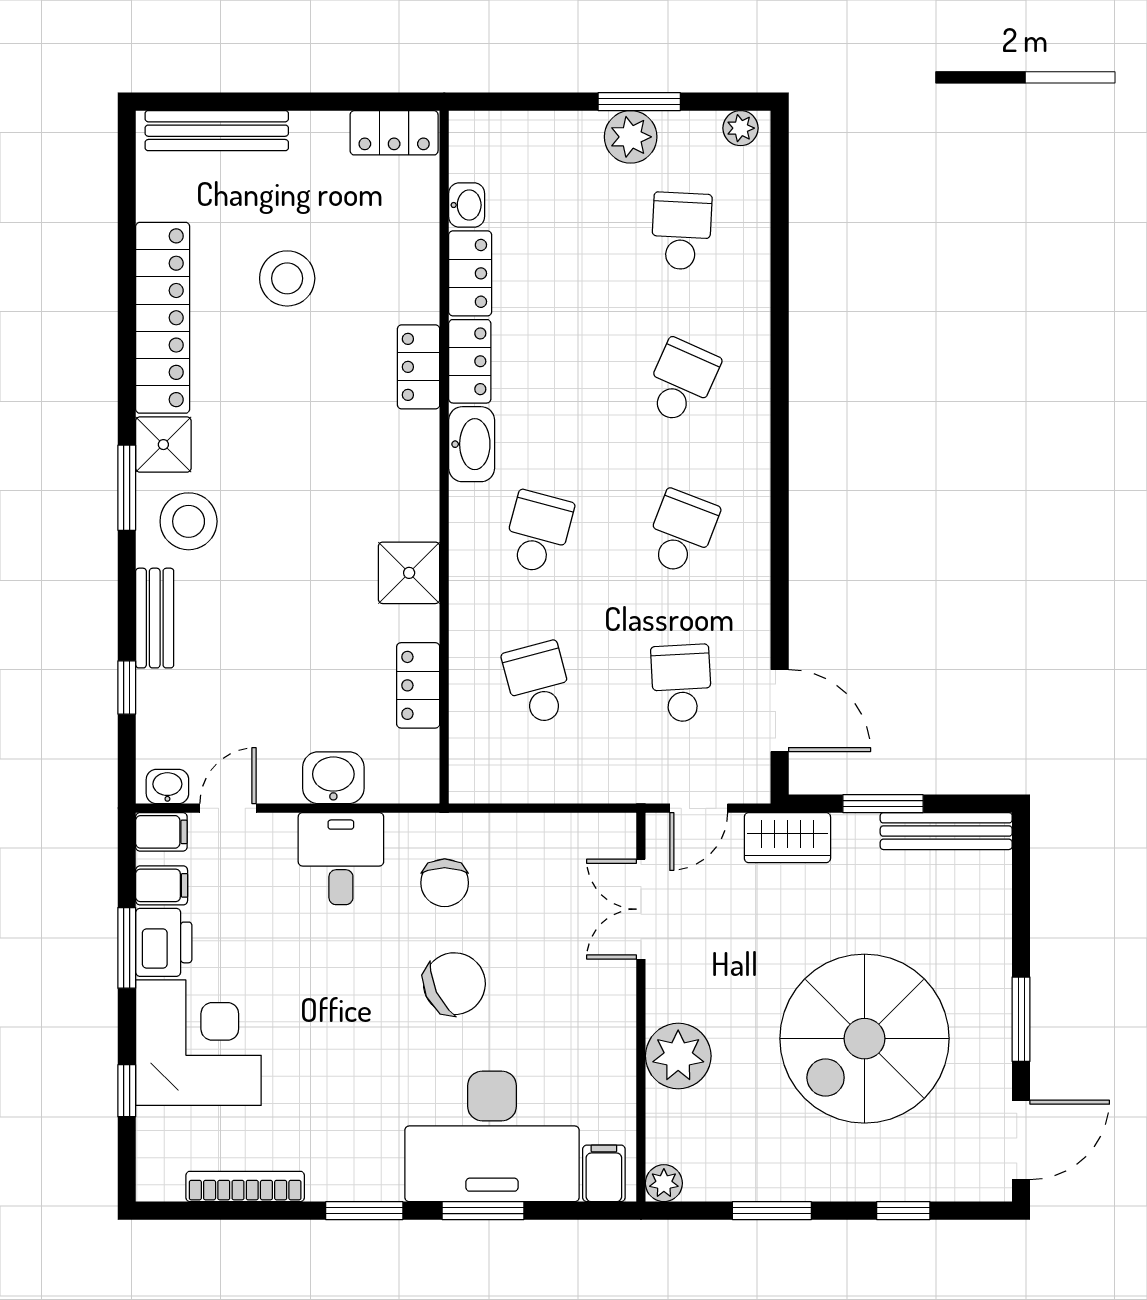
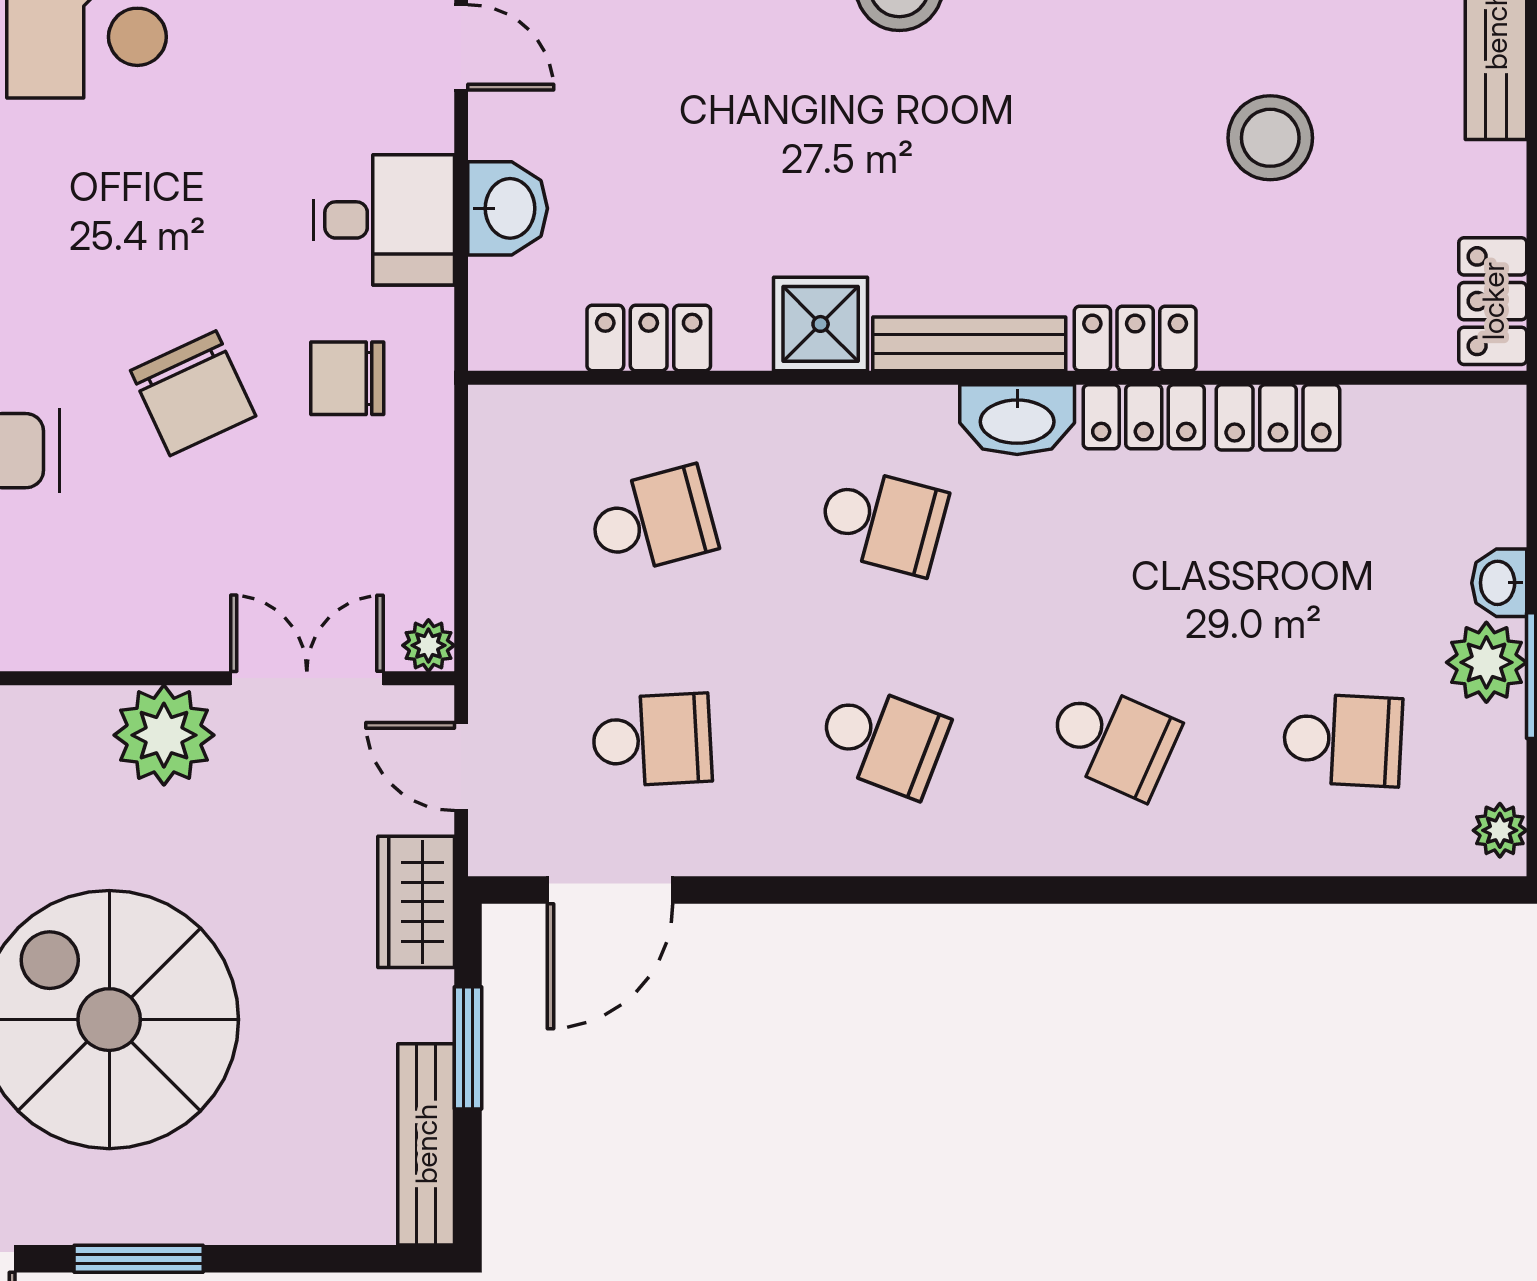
washbasin: (467, 205) -> (1499, 583), moved, turned 90
bench: (422, 476) -> (969, 344), added
plant: (620, 830) -> (428, 645), added
plant: (678, 1056) -> (164, 735), moved

